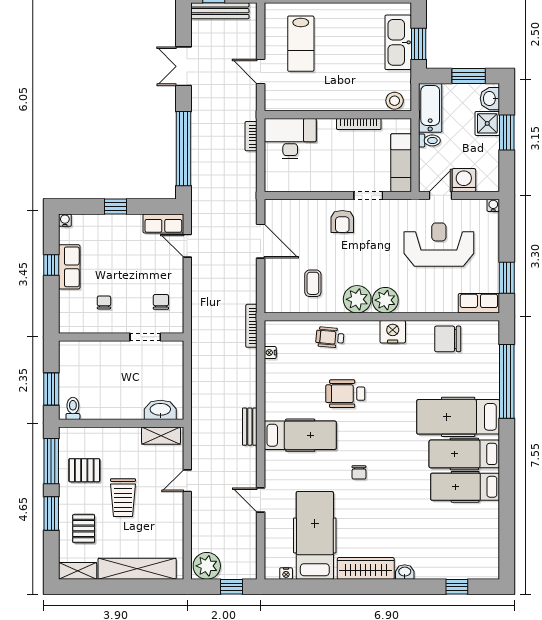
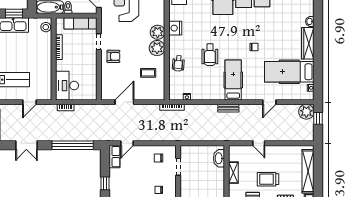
shelving: (161, 436) -> (233, 173), moved
trolley: (123, 498) -> (268, 179), turned 180
plant: (207, 566) -> (306, 112), moved

